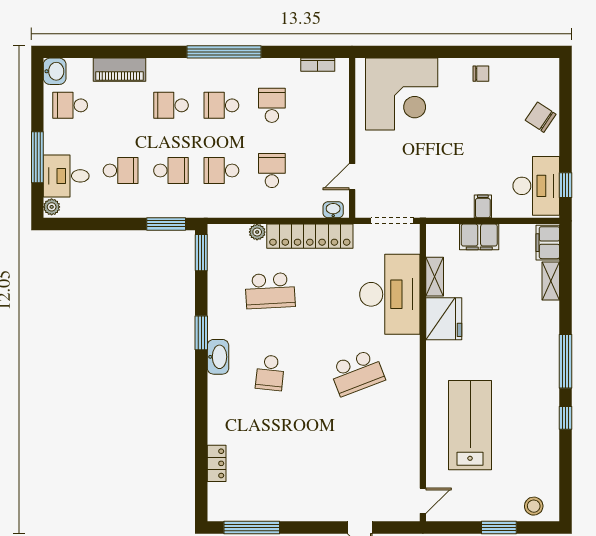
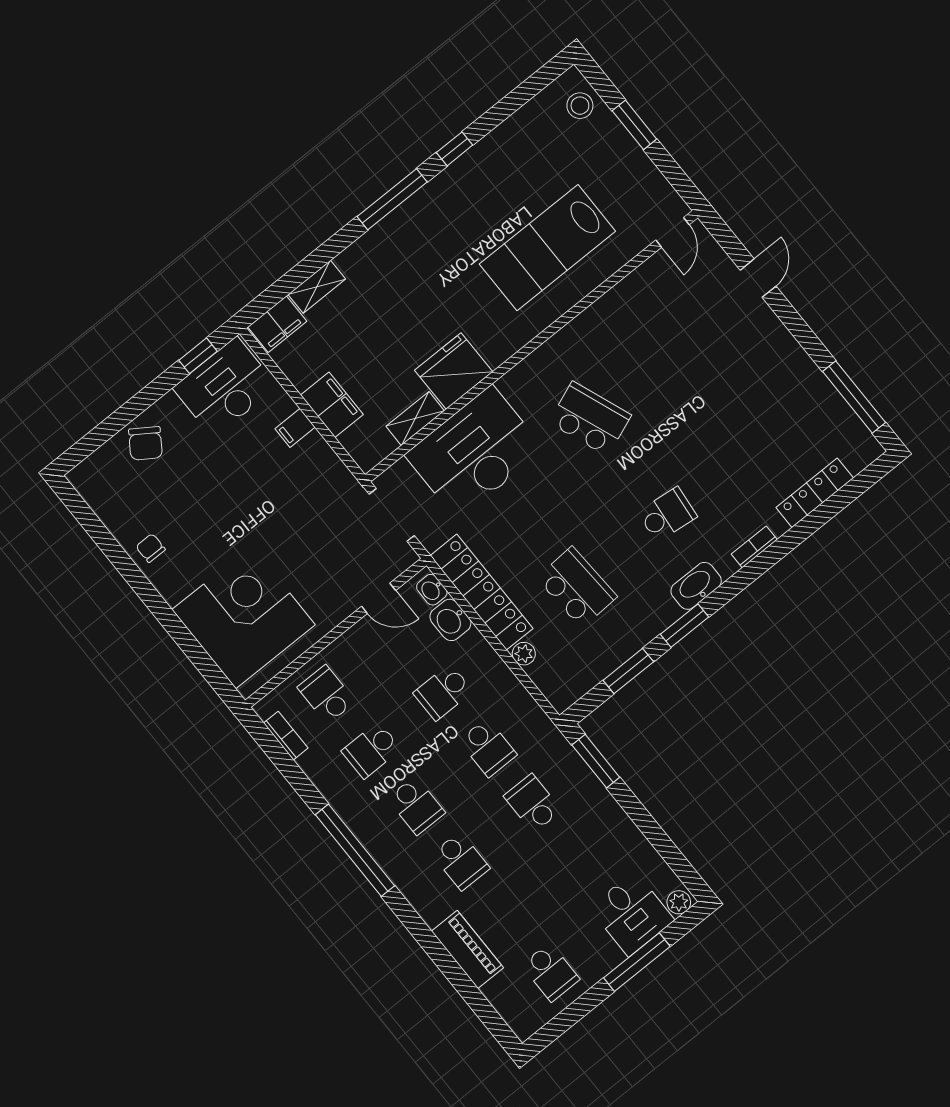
washbasin: (55, 71) -> (450, 620), moved, turned -90
school desk: (121, 171) -> (326, 694), moved
window: (201, 253) -> (628, 671), moved
bookcase: (214, 406) -> (754, 547), added
locker: (217, 463) -> (815, 493), width x1.53
door: (423, 501) -> (673, 232), swing flipped

